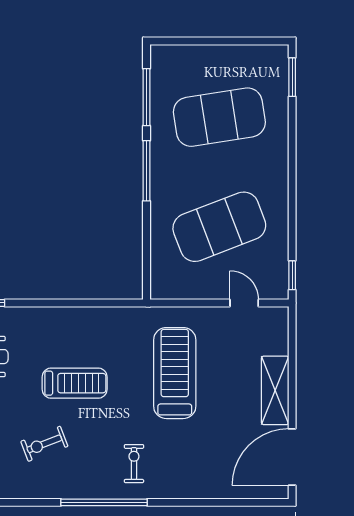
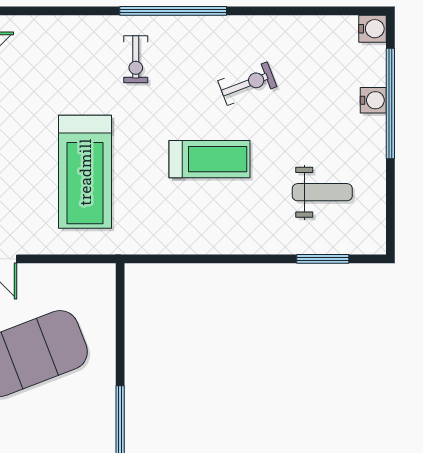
treadmill: (75, 383) -> (210, 159), turned 180

